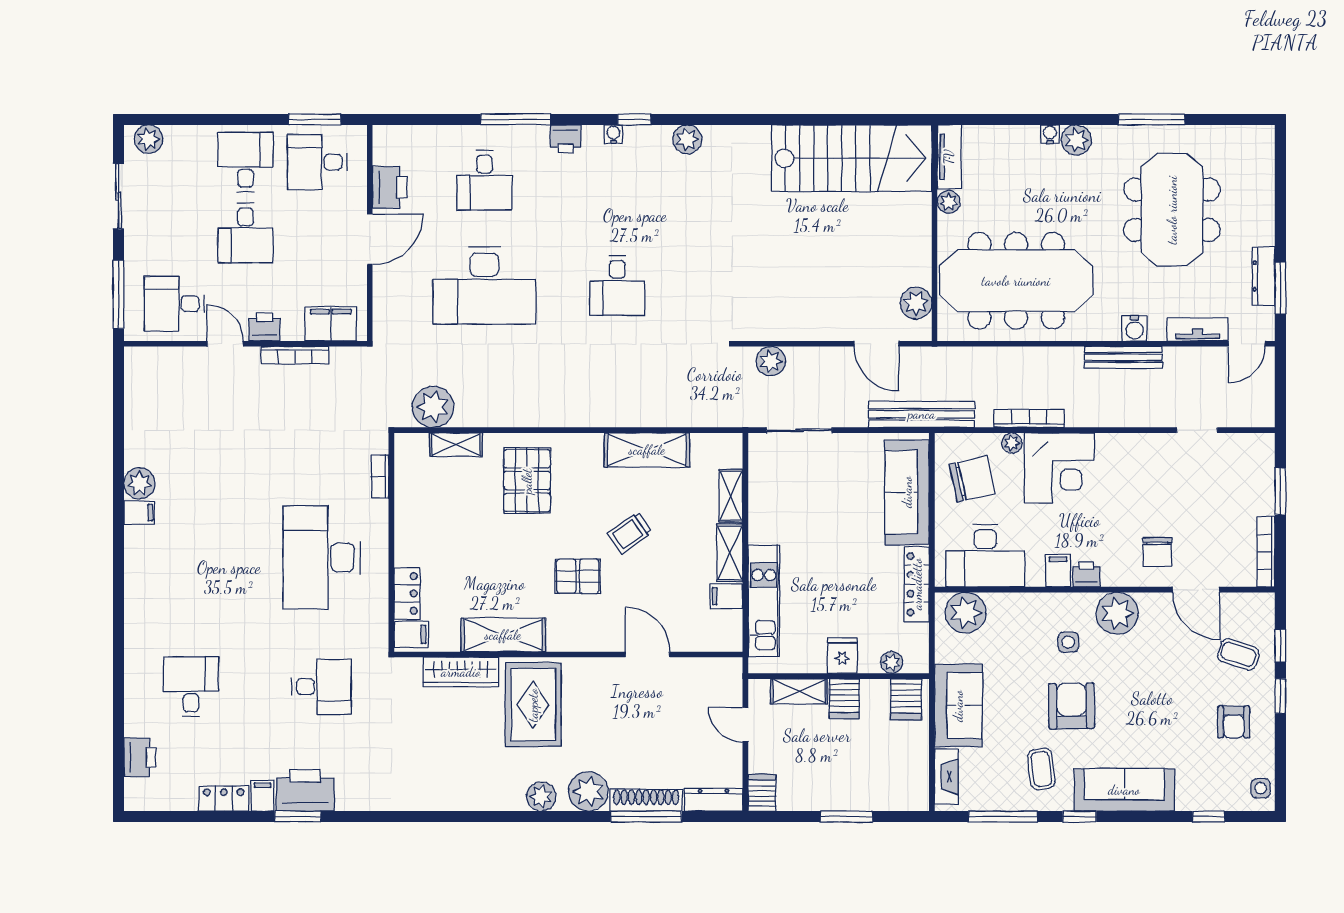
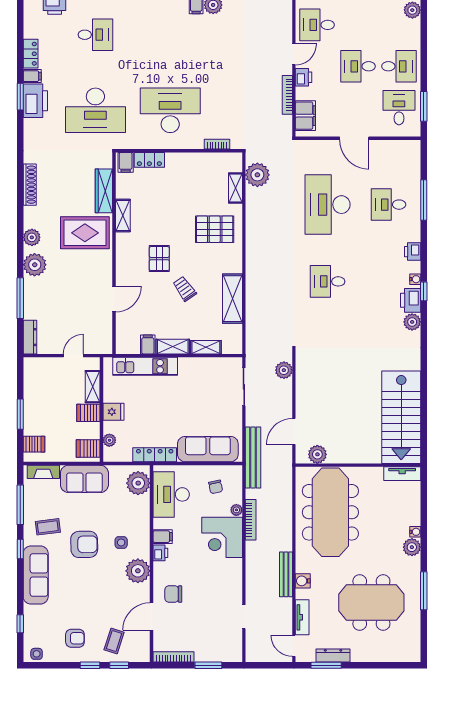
window: (516, 119) -> (424, 200), moved
printer: (390, 187) -> (411, 300), moved, turned 90
plant: (949, 202) -> (376, 473), removed
desk: (174, 304) -> (317, 25), turned -90
chair: (972, 479) -> (216, 487), width x0.54, depth x0.54
shelving: (503, 635) -> (123, 215), width x0.67, depth x0.75
desk: (322, 687) -> (95, 110), width x1.87, depth x1.30
armchair: (1234, 722) -> (75, 638), turned 180
server rack: (762, 793) -> (34, 444), moved
shoe rack: (646, 800) -> (30, 185), moved

